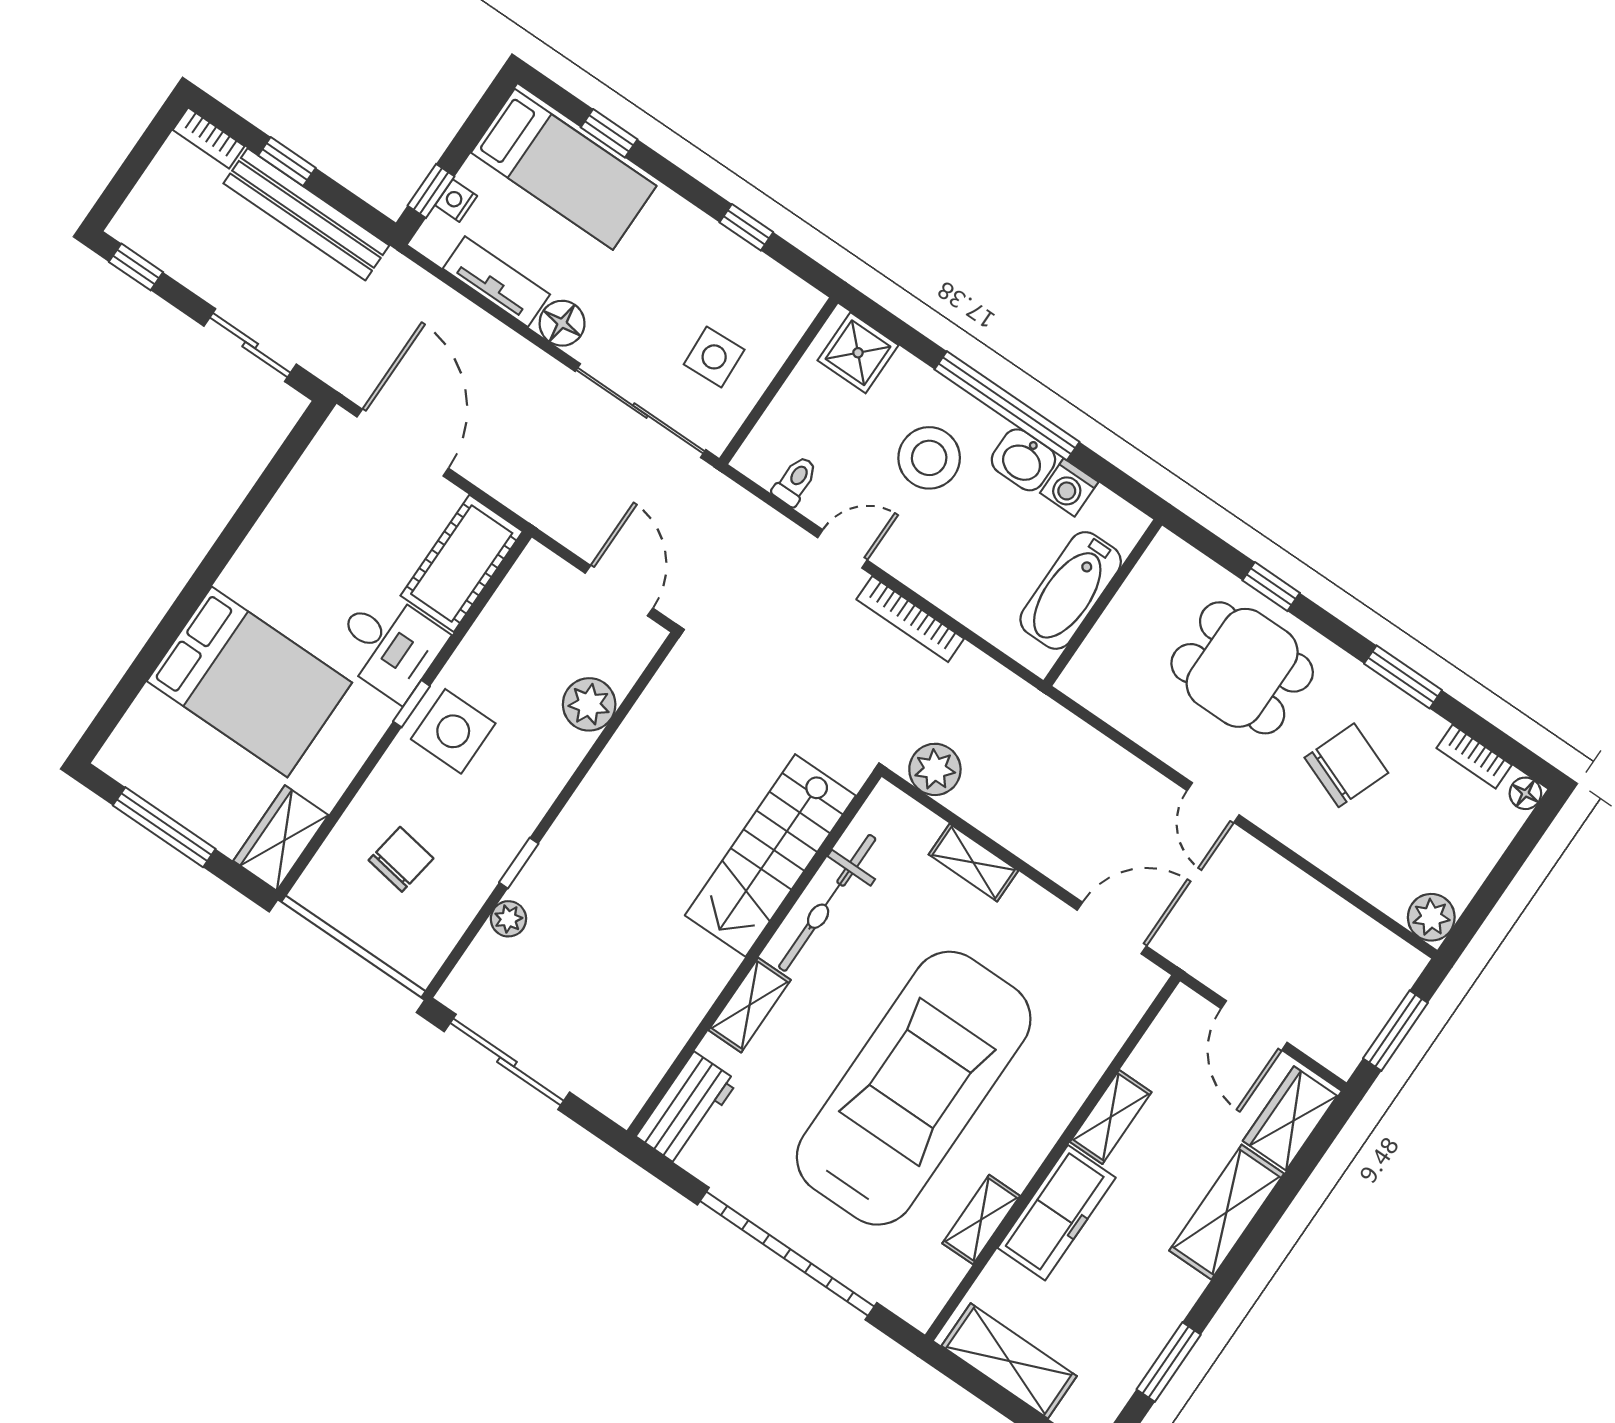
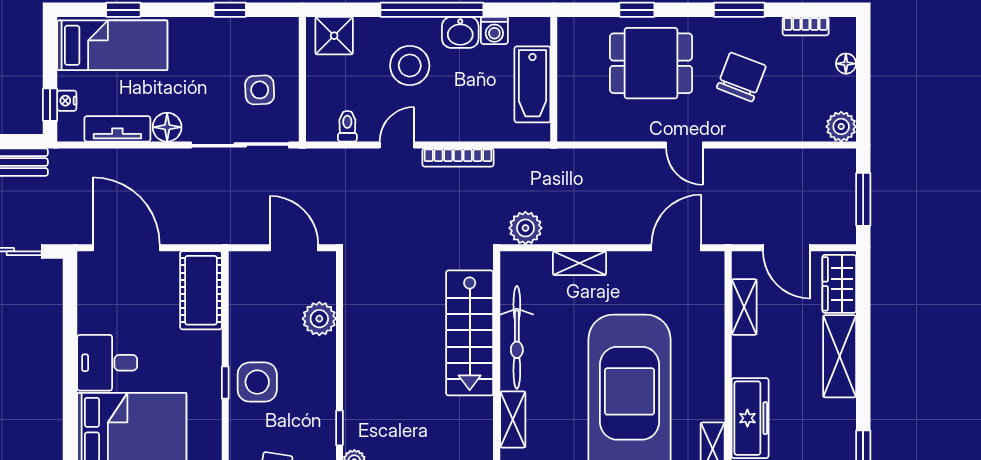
desk: (389, 645) -> (107, 363), moved, turned 180
floor lamp: (1525, 793) -> (846, 64), moved
shelving: (1111, 1117) -> (744, 307), moved

